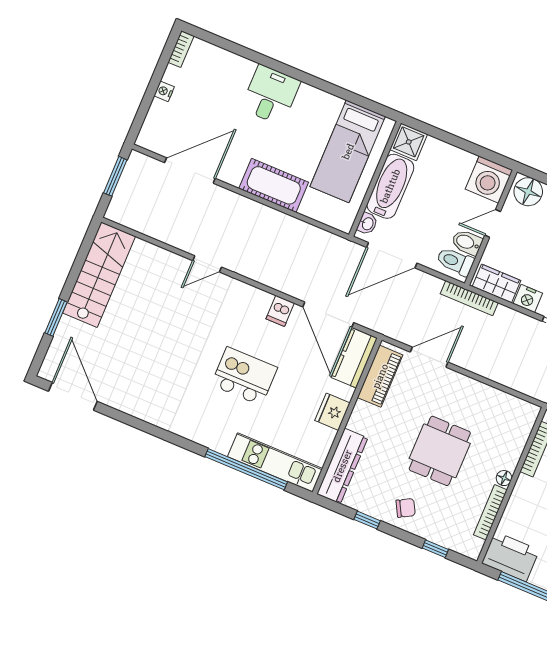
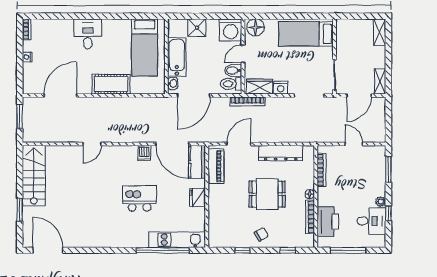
shower: (409, 142) -> (197, 28), moved
dining table: (440, 451) -> (267, 194), turned 90
dresser: (342, 466) -> (281, 153), moved, turned 90
printer: (510, 557) -> (328, 222), moved, turned 90

